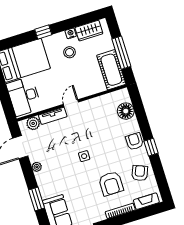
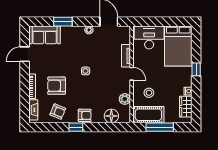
stool: (70, 52) -> (149, 93), moved
plant: (33, 123) -> (125, 99), moved

